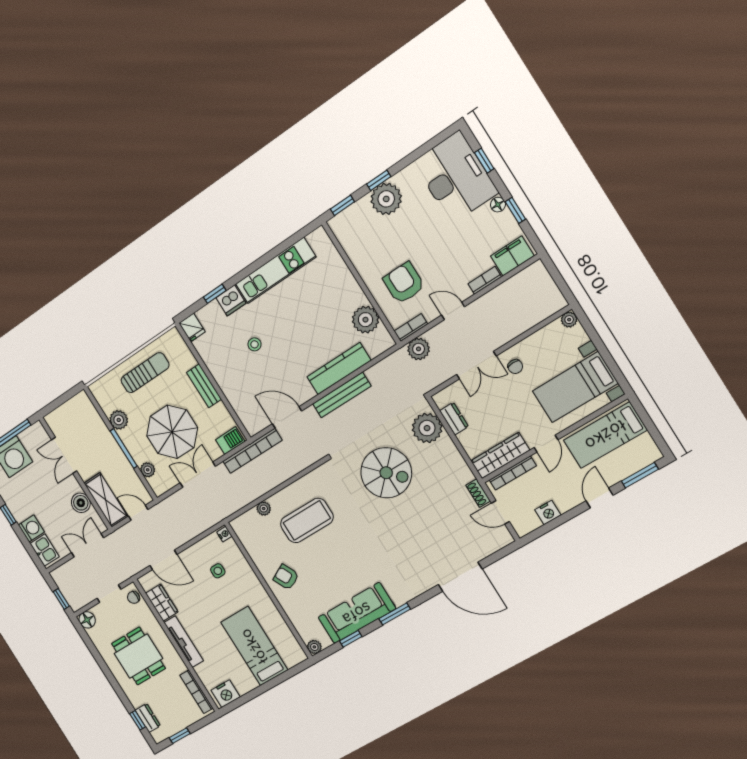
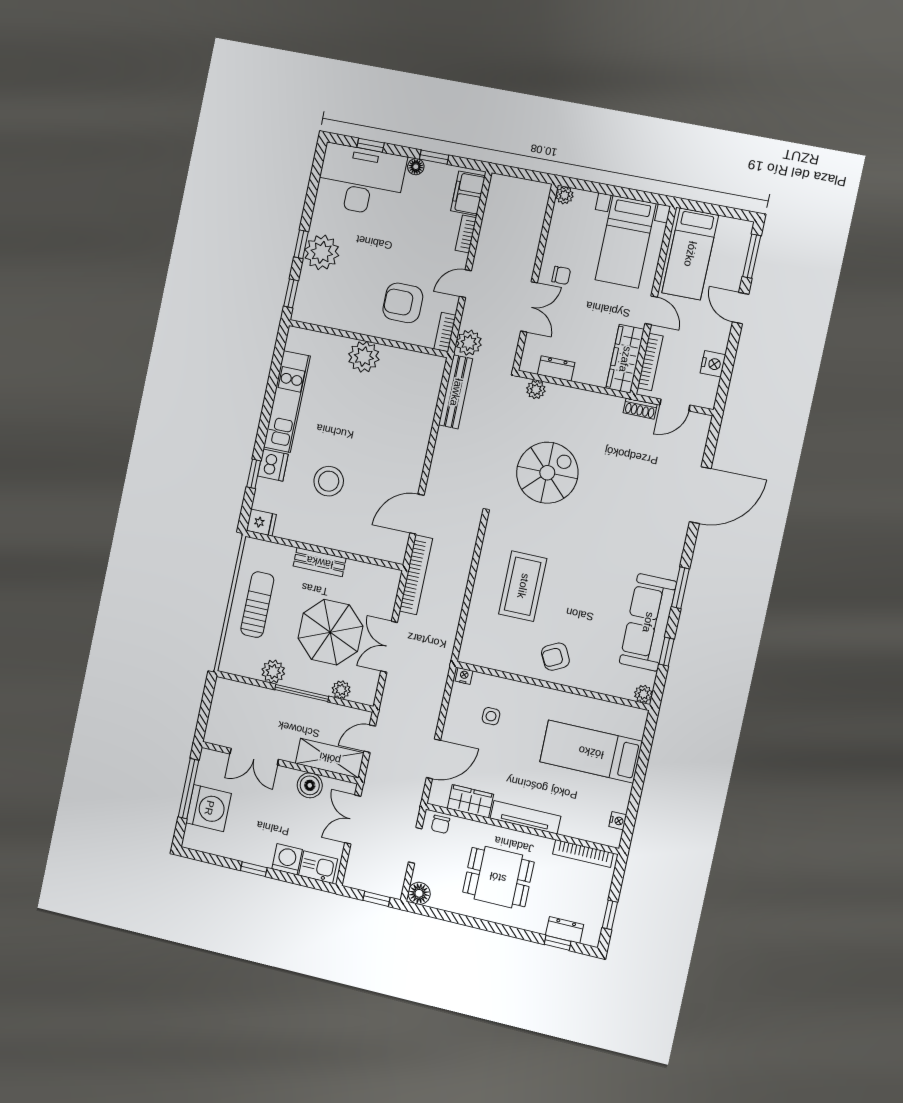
plant: (365, 320) -> (364, 357), moved
stool: (254, 344) -> (329, 481), width x1.89, depth x1.89
kitchen counter: (339, 369) -> (420, 427), removed
bench: (342, 395) -> (456, 392), moved
plant: (427, 428) -> (536, 390), width x0.53, depth x0.53
barbecue: (230, 441) -> (388, 586), removed
plant: (264, 509) -> (475, 616), removed
nightstand: (226, 694) -> (618, 821), width x0.53, depth x0.56

